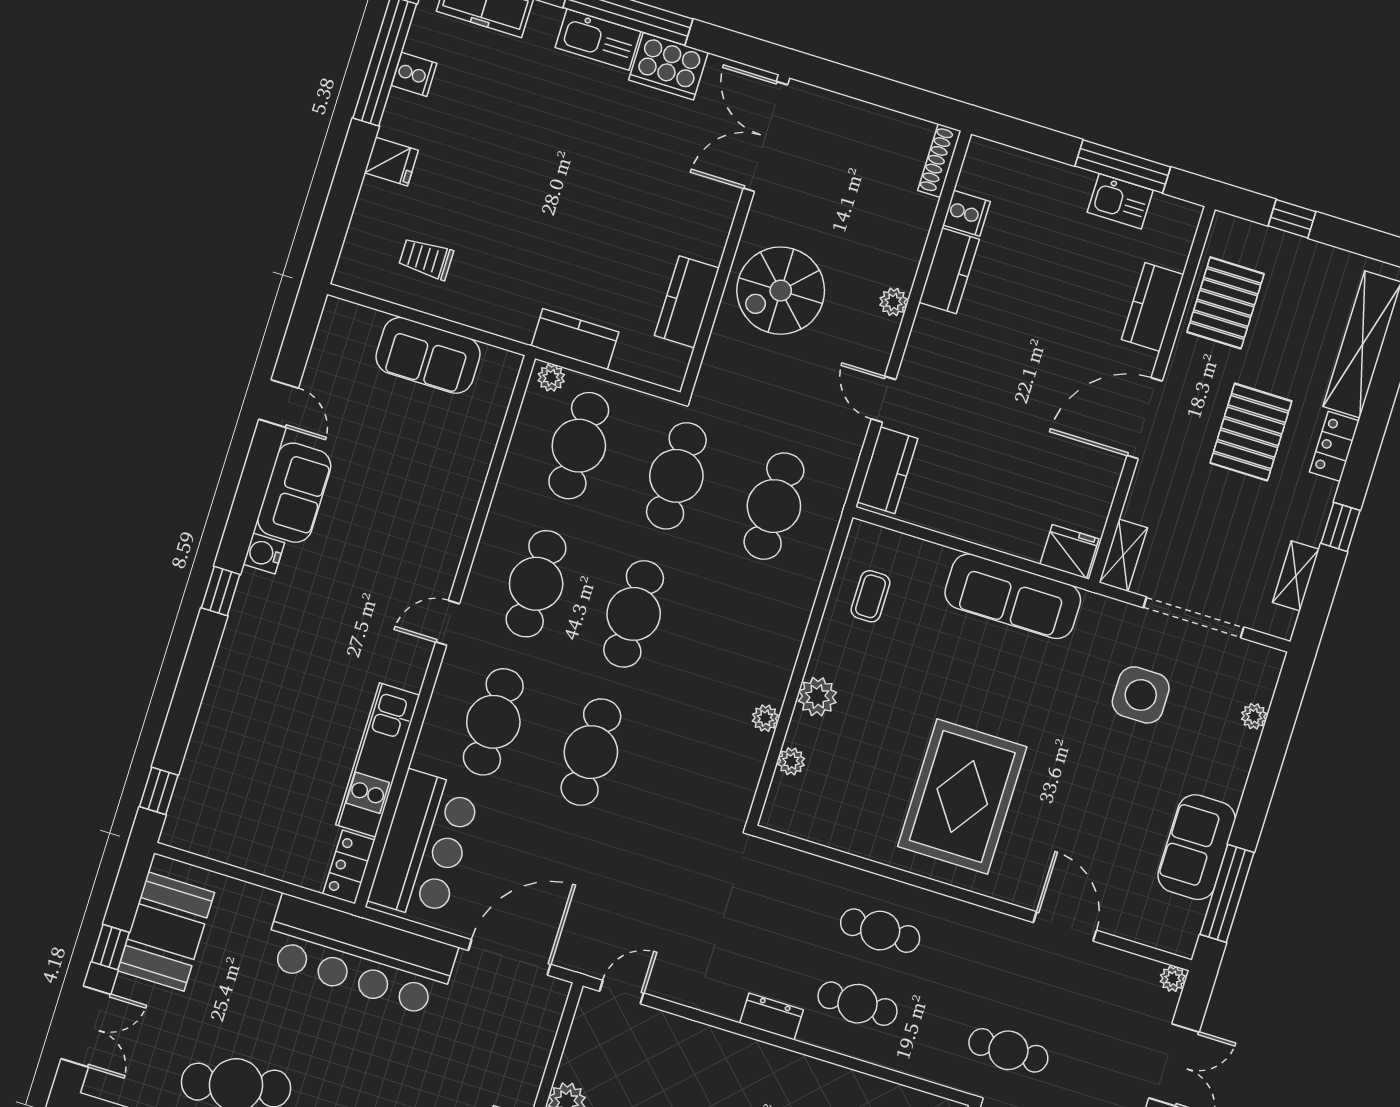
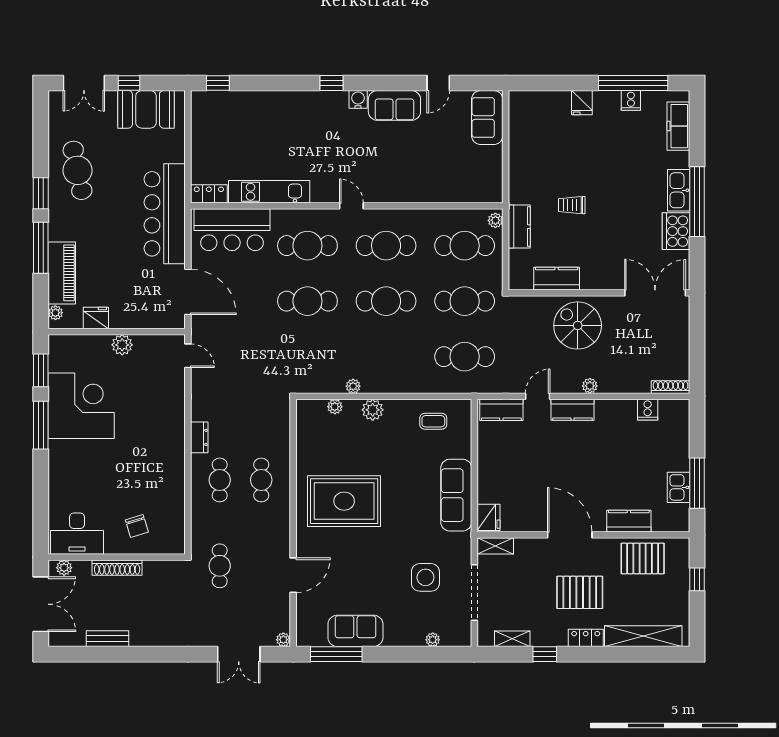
trolley: (426, 259) -> (572, 205), moved, turned -90
kitchen counter: (949, 271) -> (573, 410), moved
sofa: (428, 355) -> (487, 118), moved

